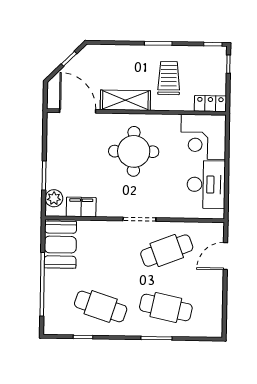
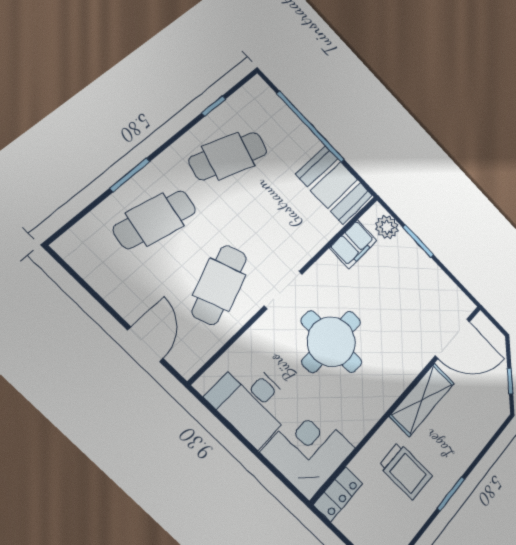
round table: (134, 151) -> (331, 342), moved

